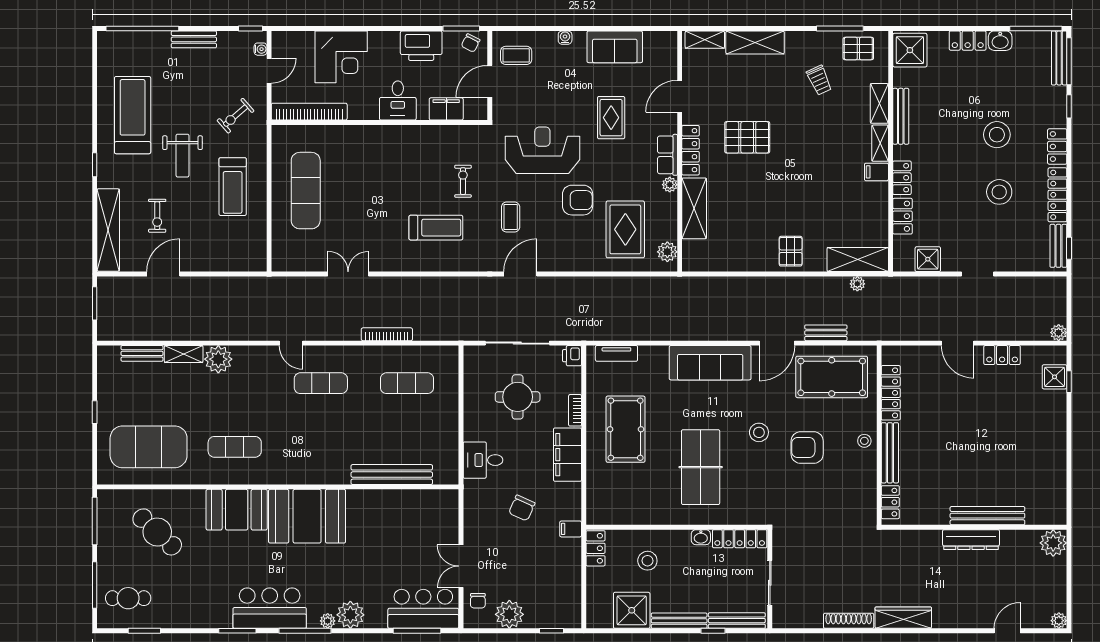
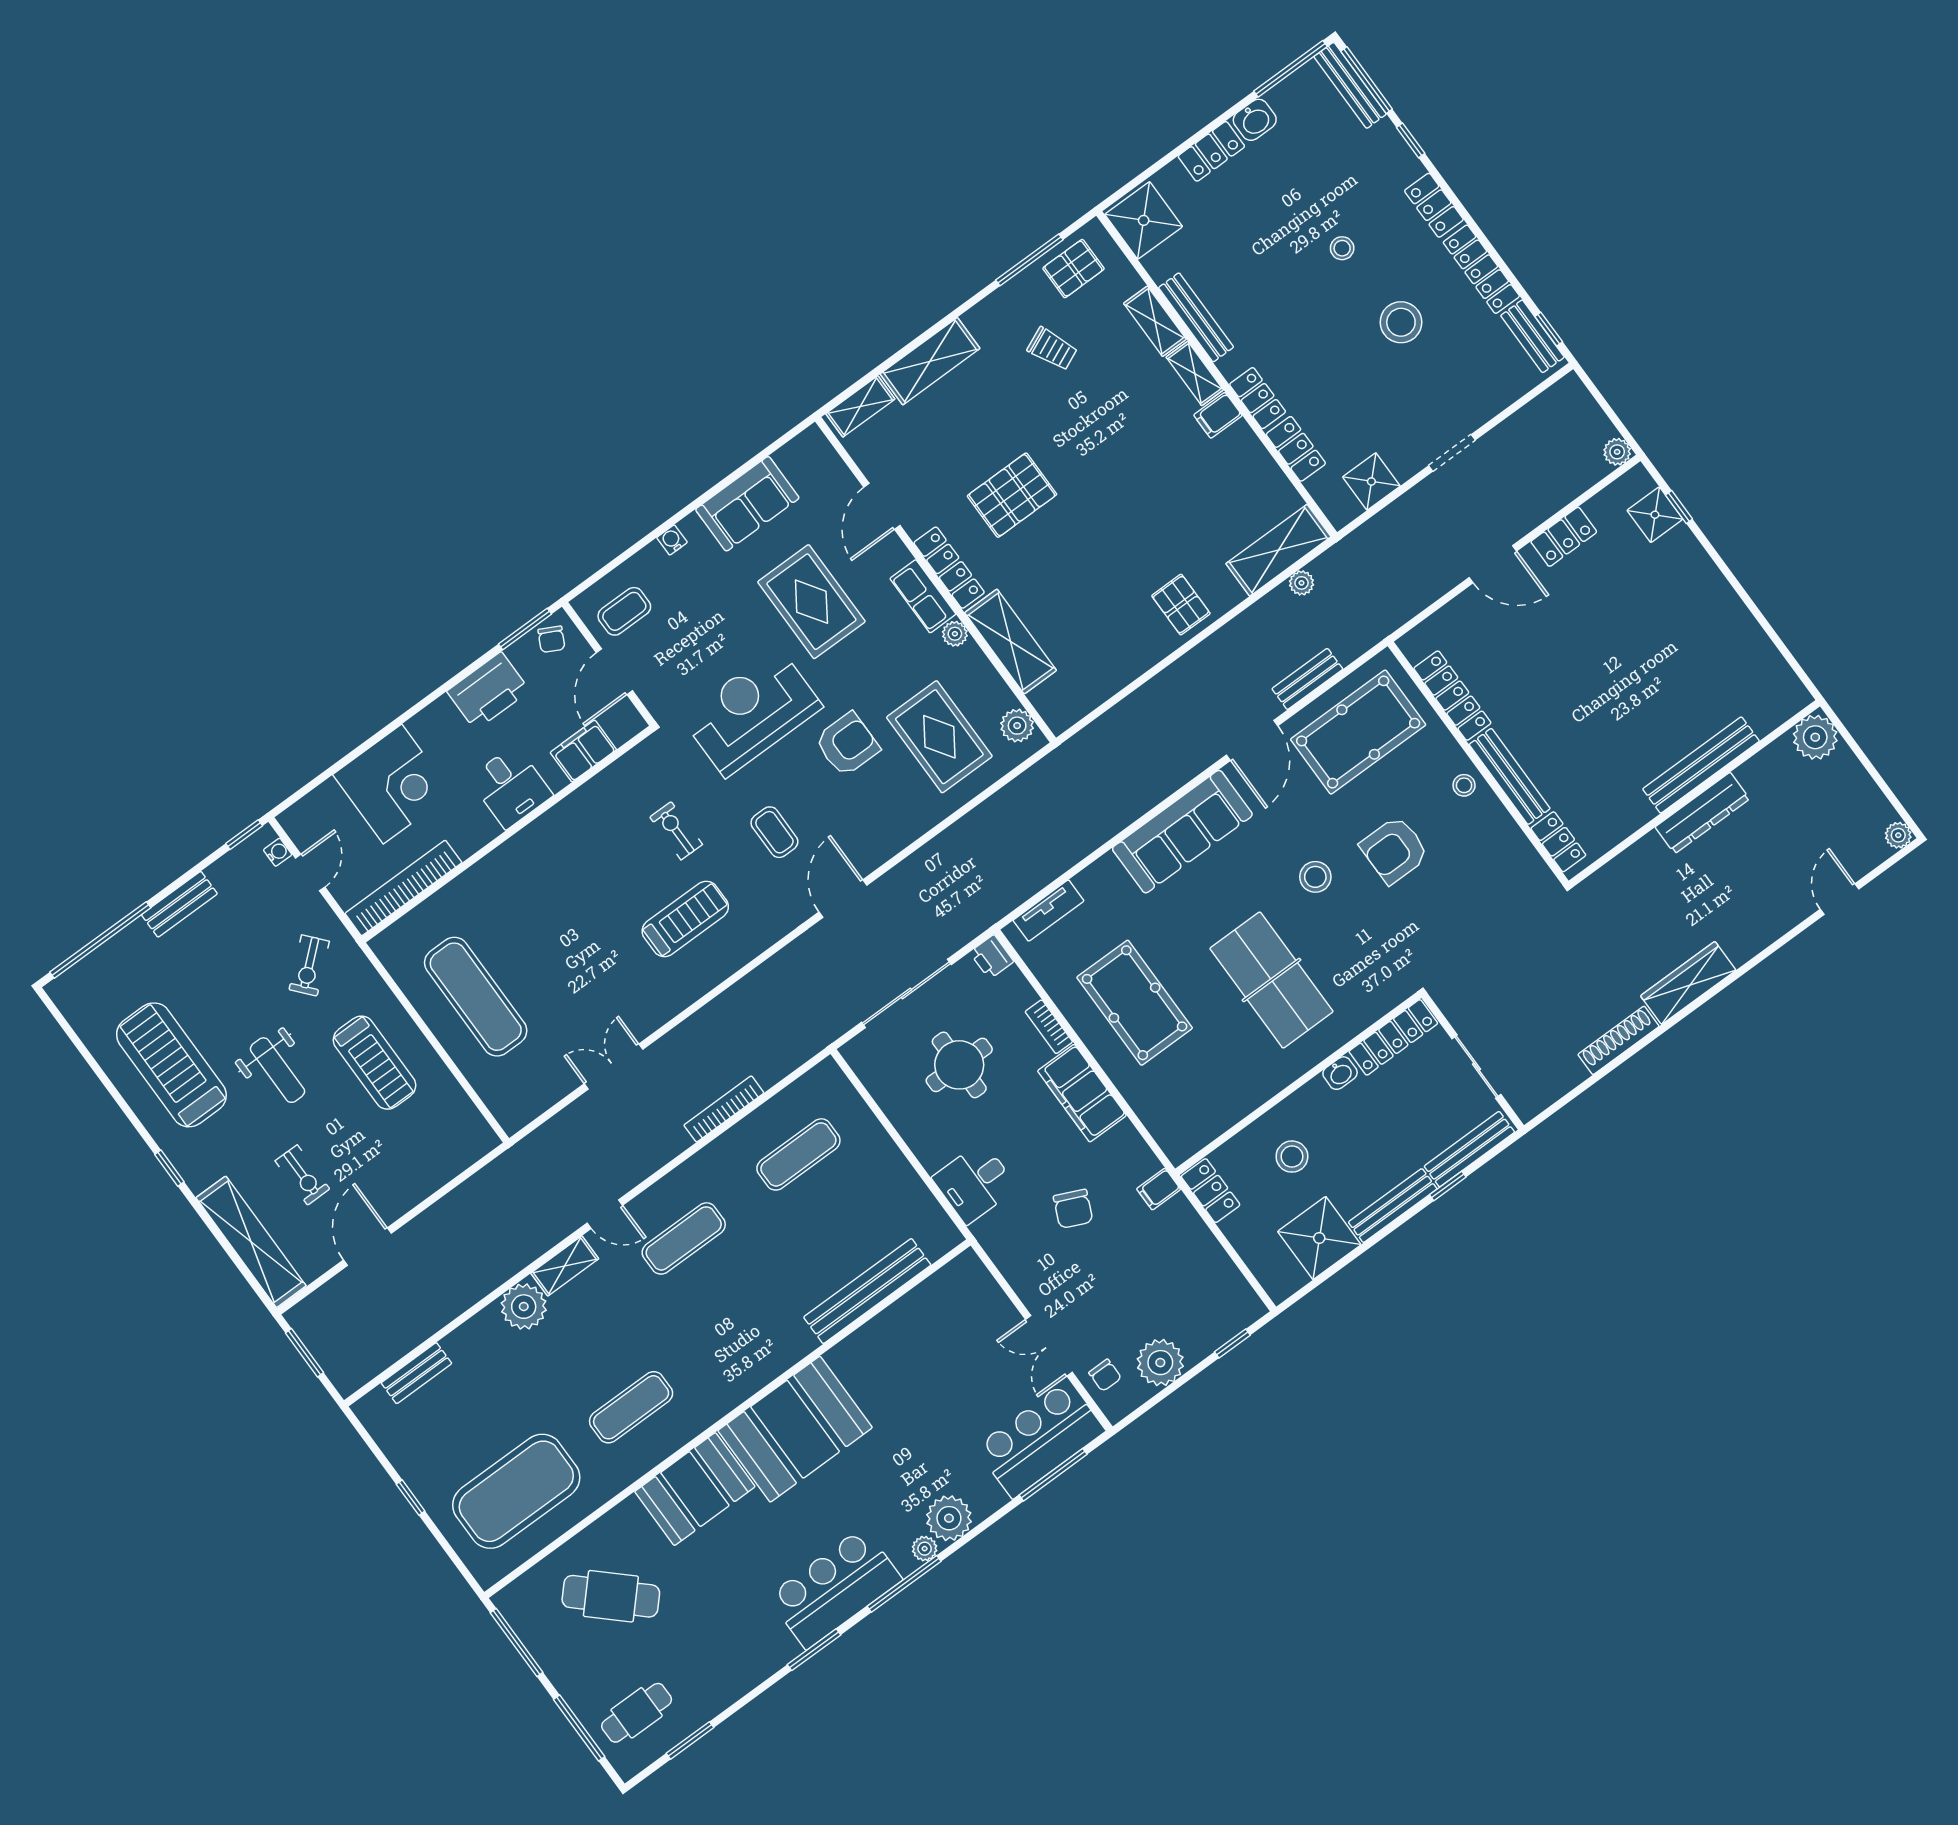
rug: (611, 118) -> (811, 602), width x1.36, depth x1.43
stool: (997, 135) -> (1342, 248), width x0.53, depth x0.53
shelving: (184, 354) -> (565, 1266), moved

